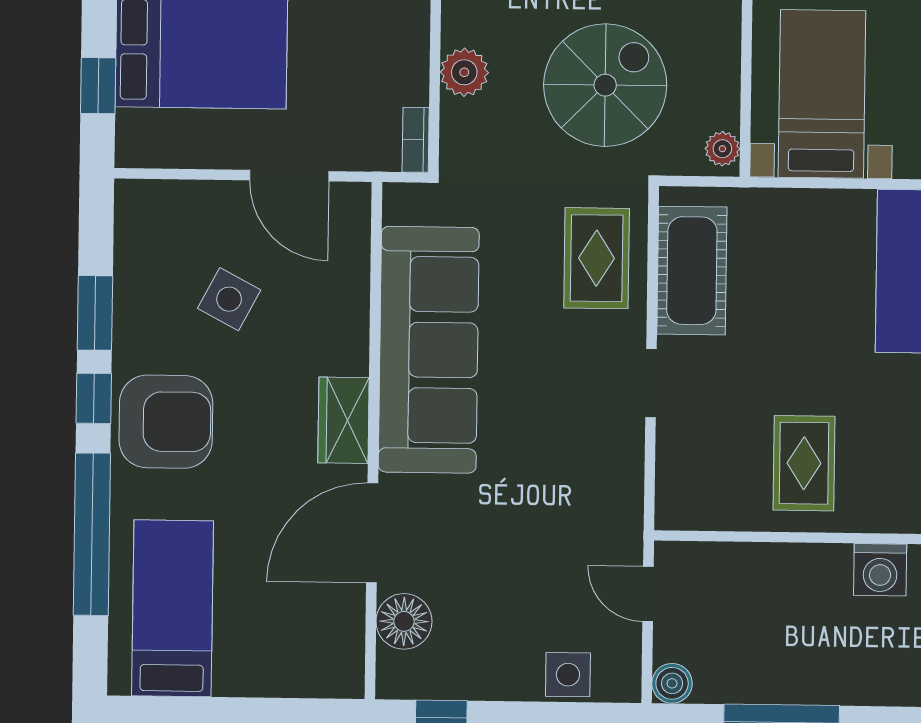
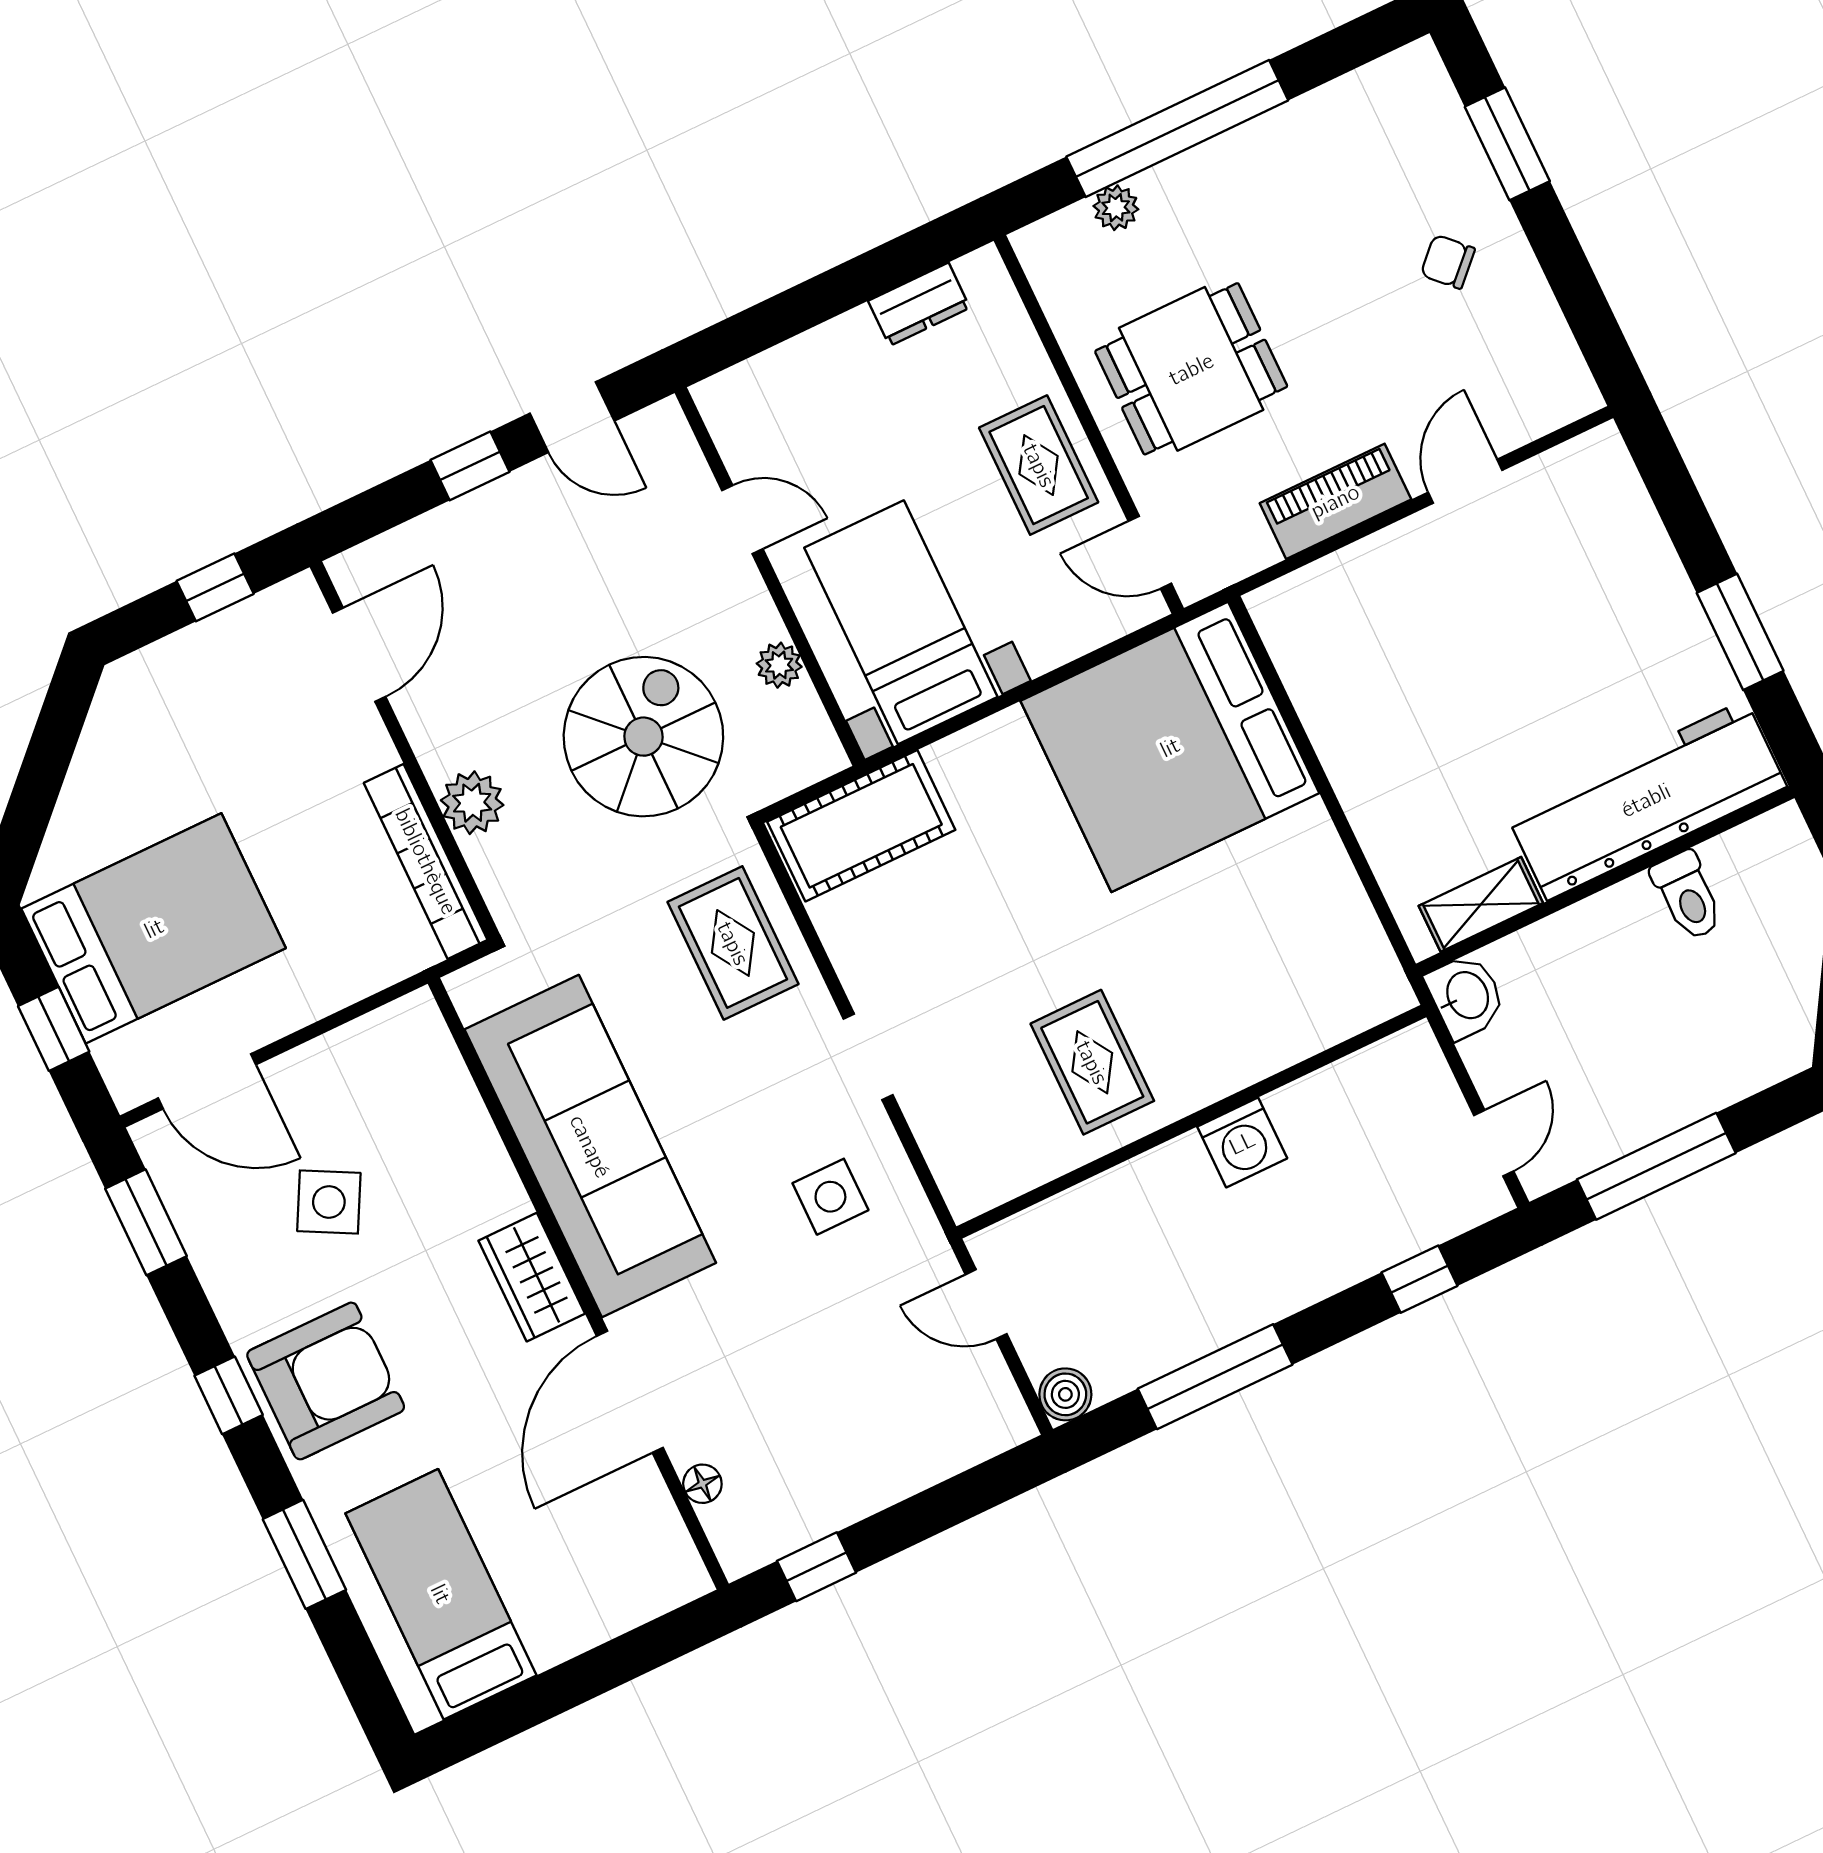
bookcase: (416, 140) -> (426, 861), width x2.31, depth x1.31
plant: (722, 149) -> (779, 665), moved
door: (289, 176) -> (207, 1081), moved
cot: (692, 271) -> (861, 826), moved, turned 90
window: (95, 313) -> (146, 1222), moved
window: (92, 534) -> (304, 1554), width x0.47
floor lamp: (404, 621) -> (702, 1484), width x0.53, depth x0.53
side table: (568, 675) -> (830, 1197), moved

